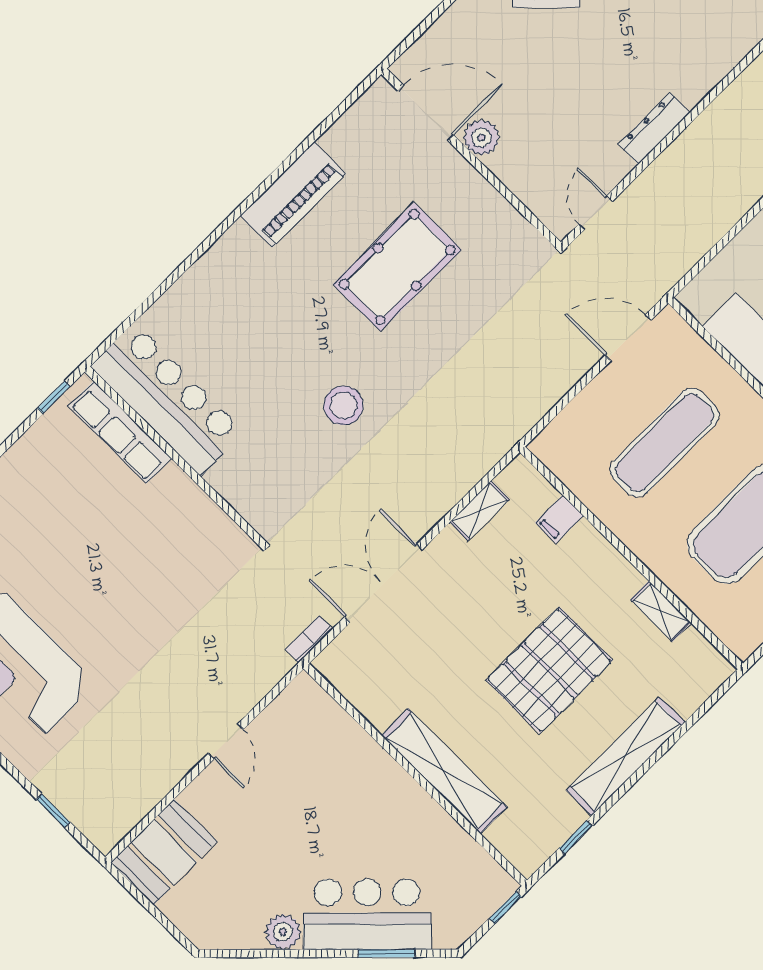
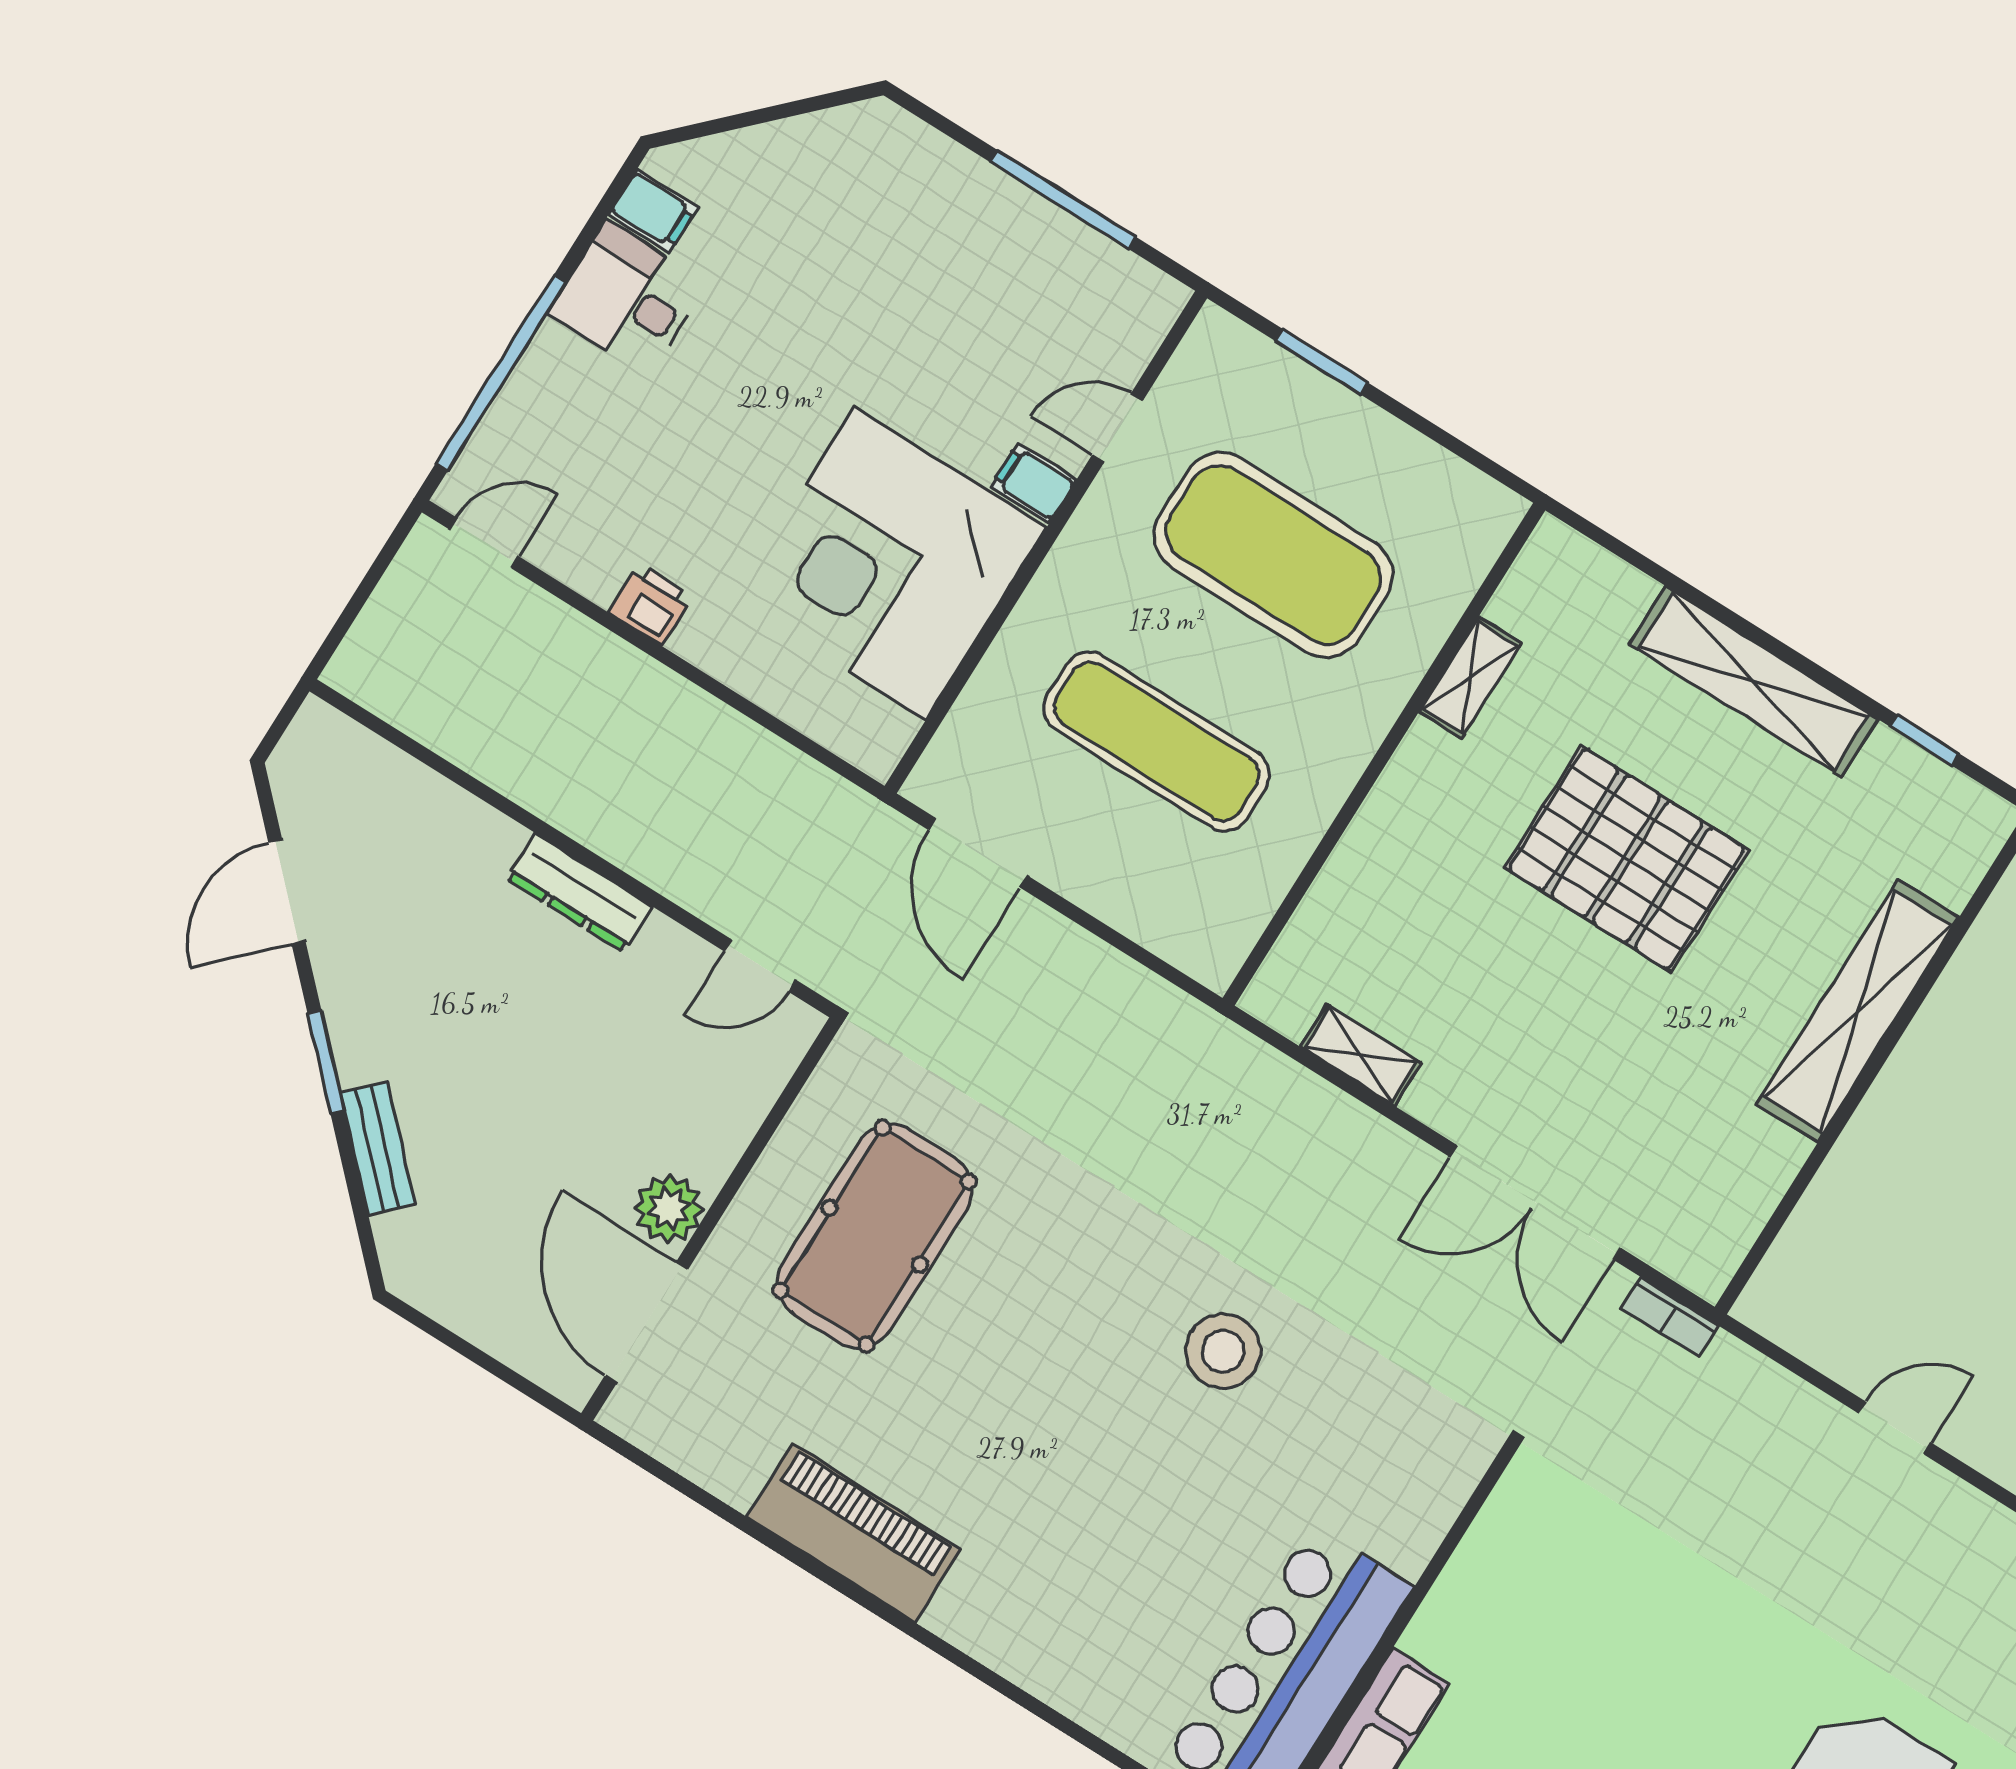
pool table: (397, 267) -> (875, 1236), moved, turned 90
filing cabinet: (559, 519) -> (1343, 904), removed

